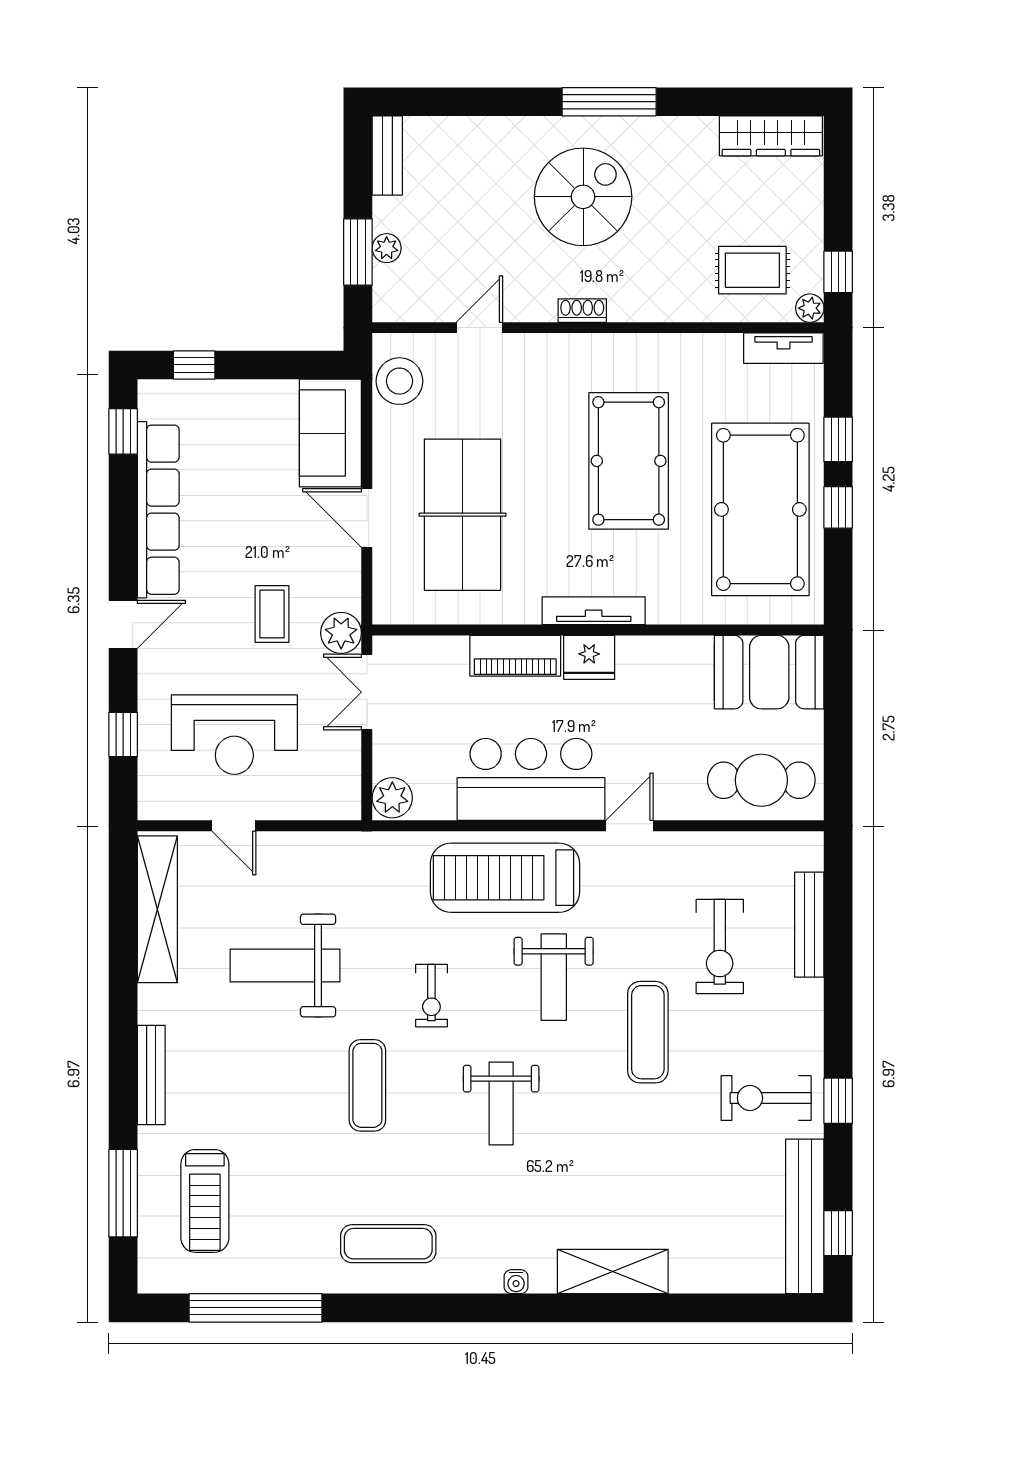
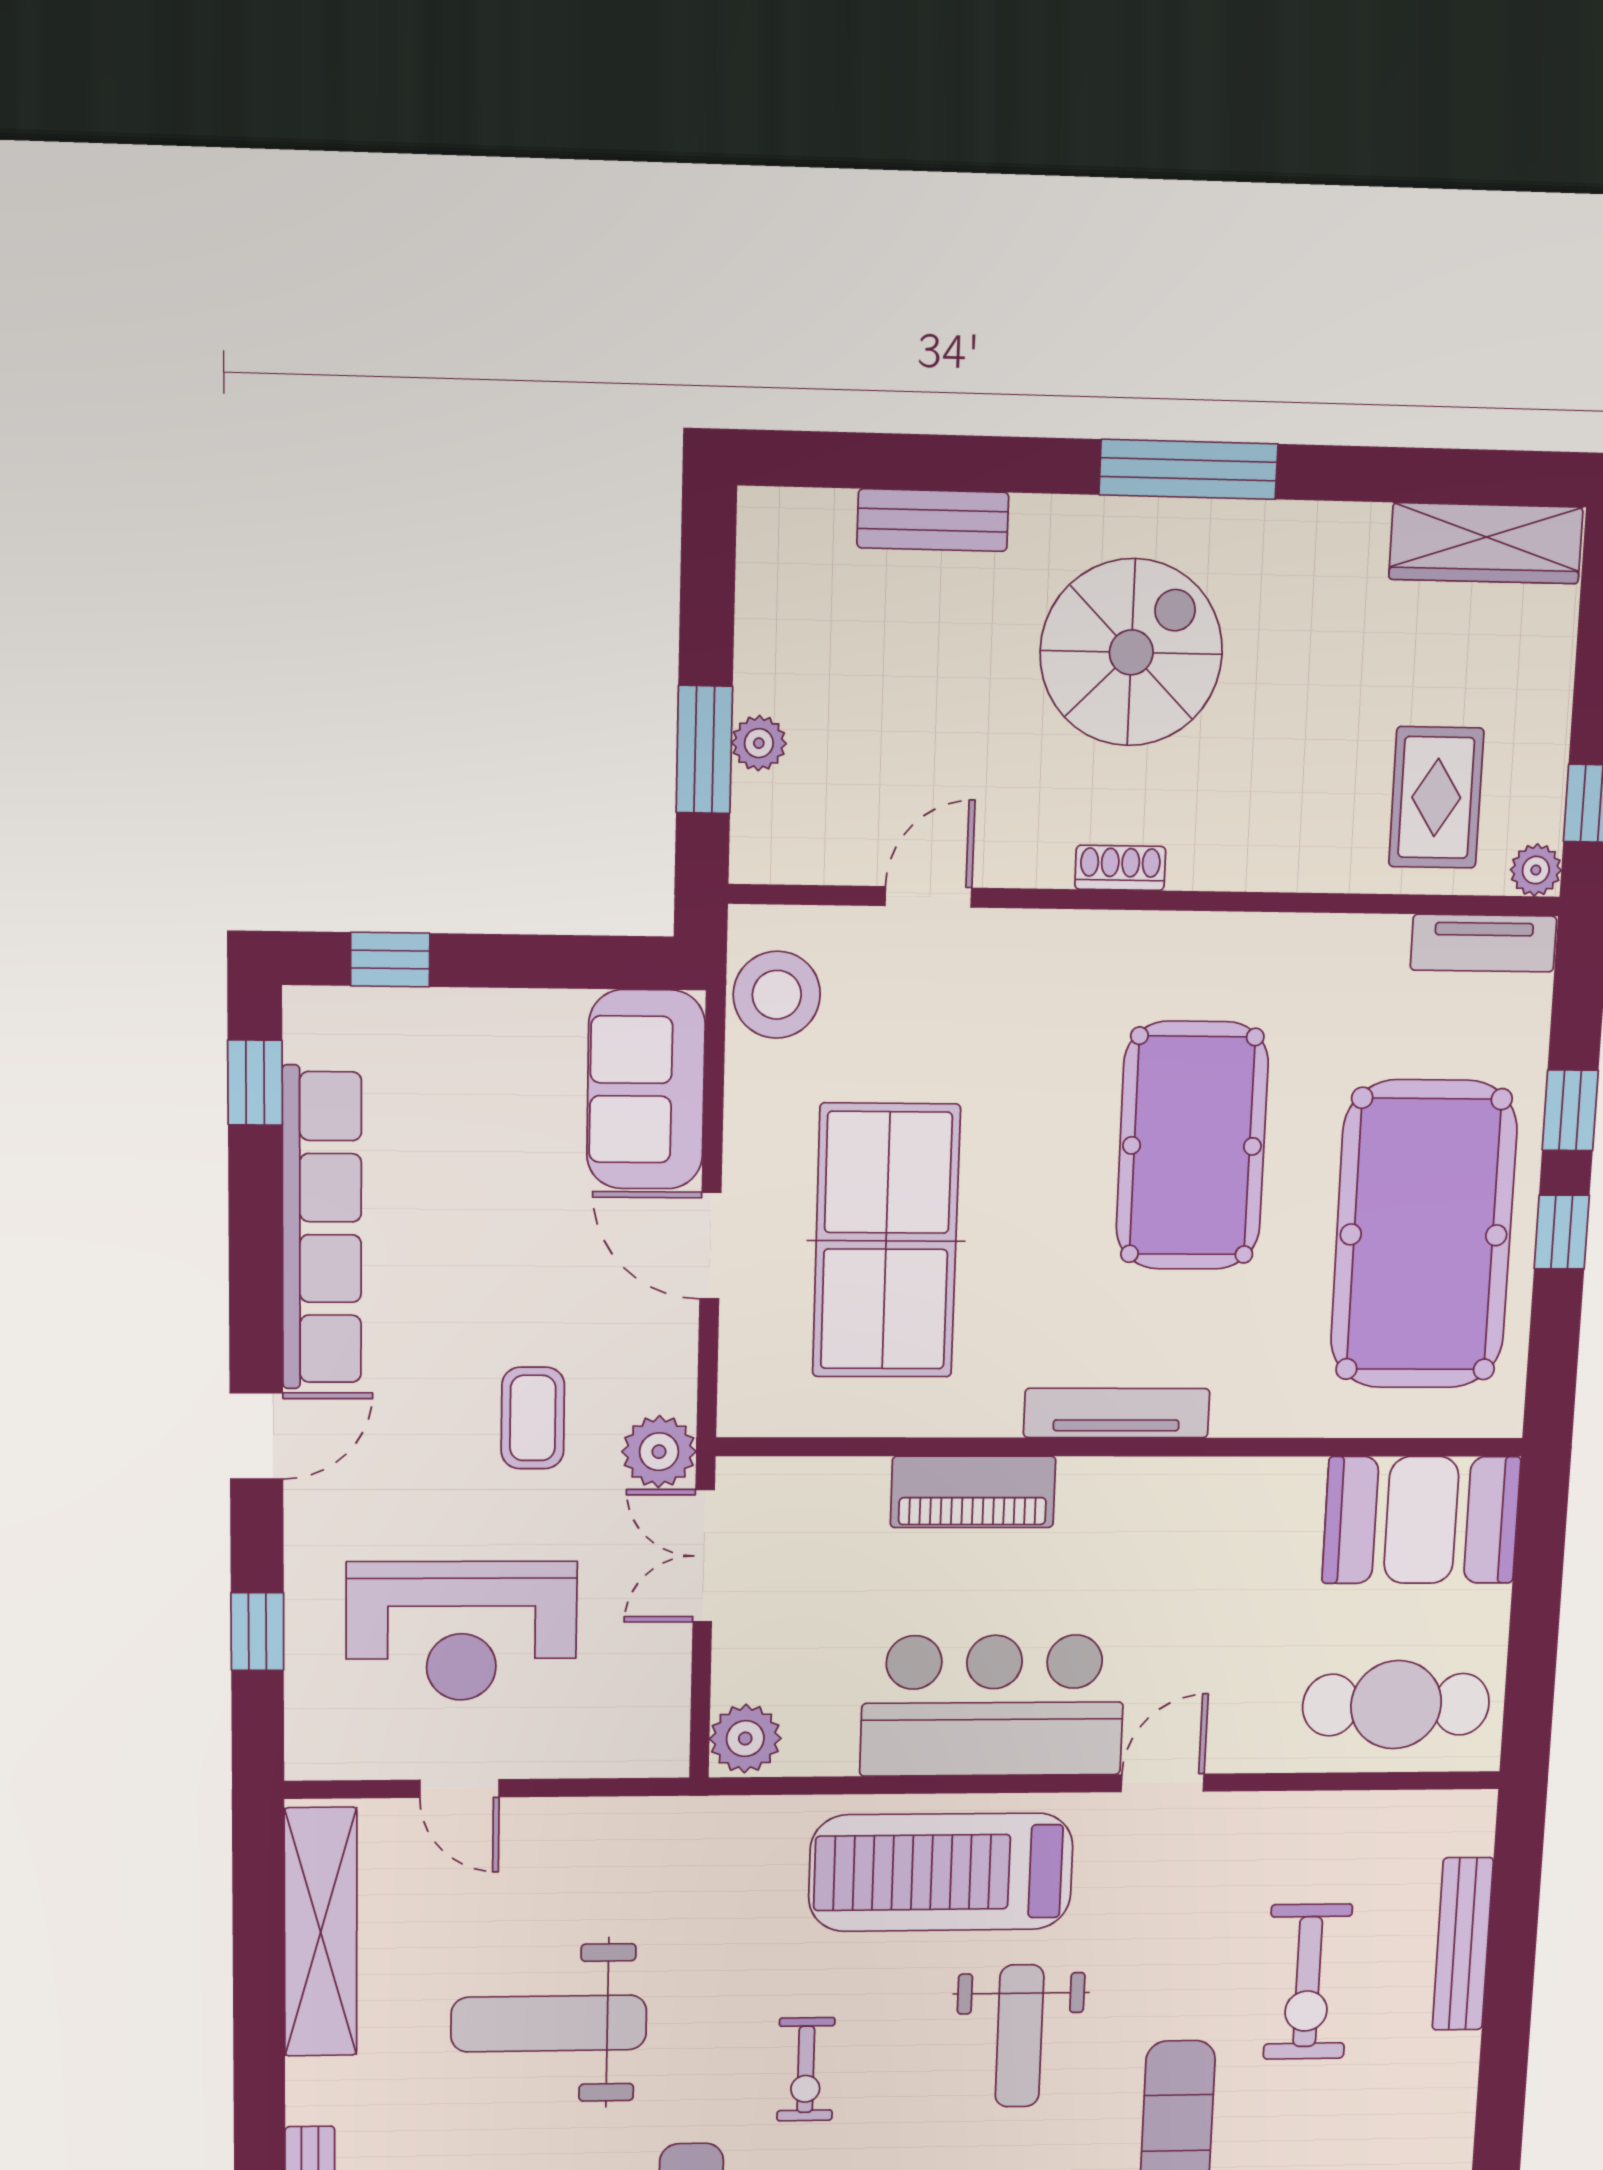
bench: (387, 155) -> (933, 520), moved, turned 90
rug: (752, 270) -> (1436, 797), turned 90
fridge: (589, 657) -> (1105, 1495), removed

